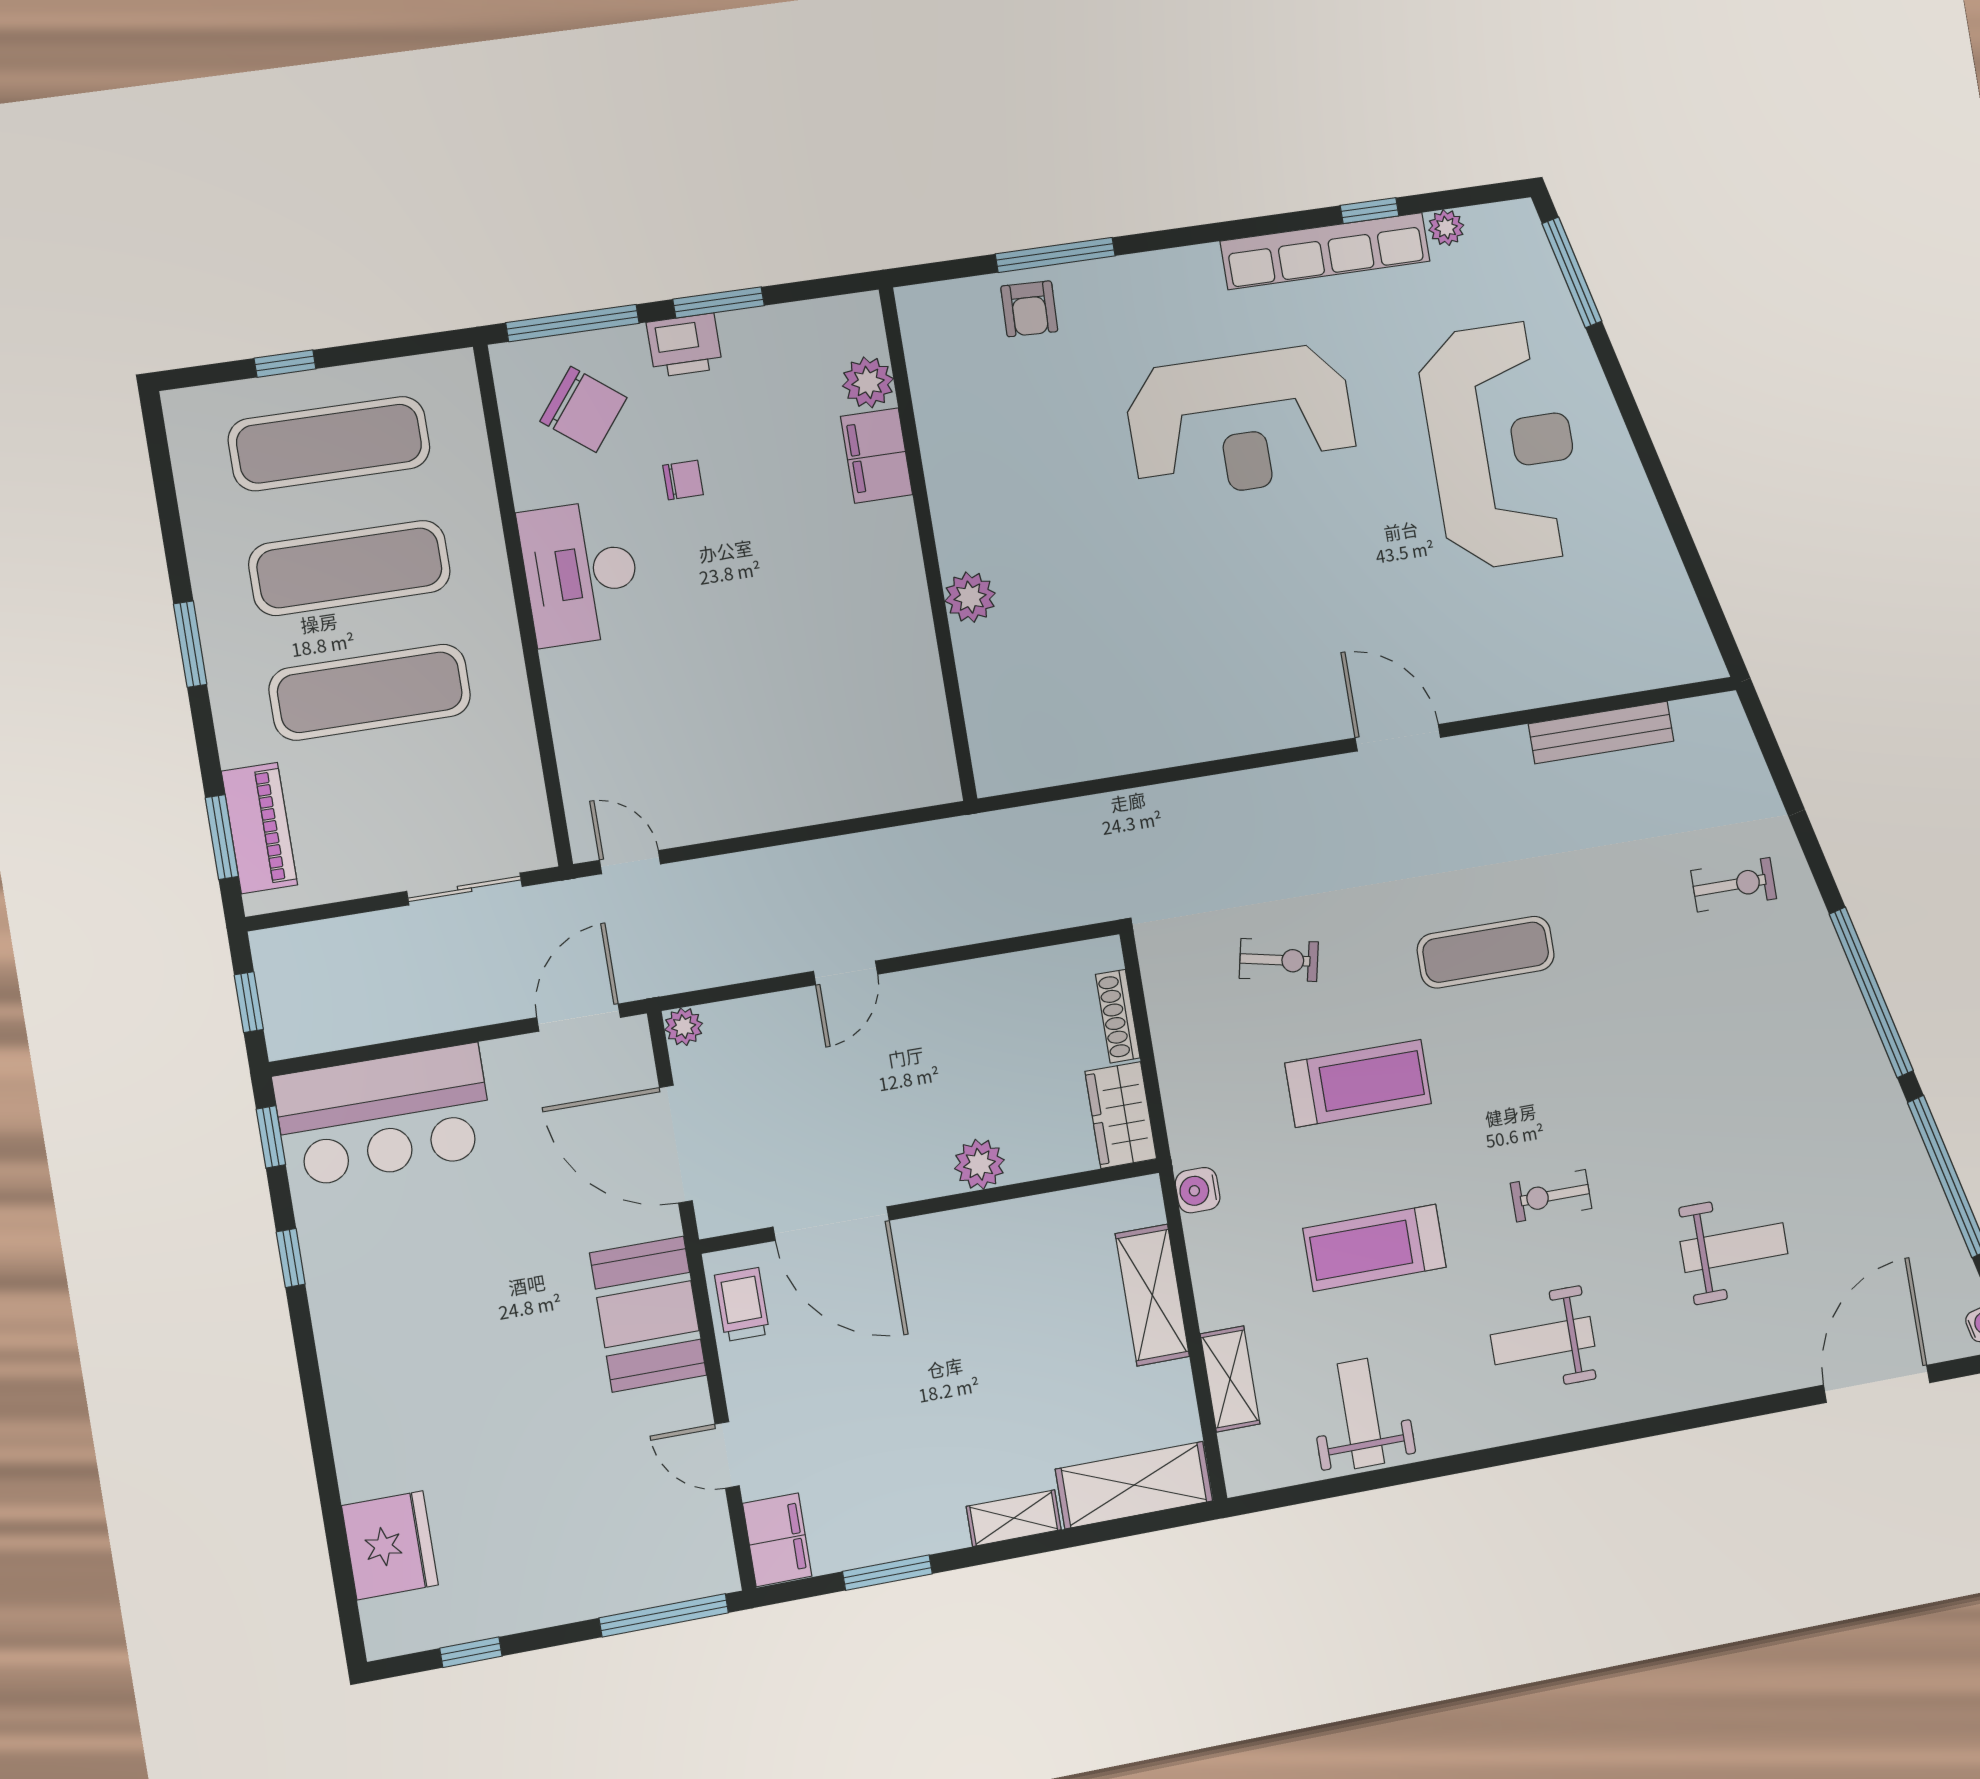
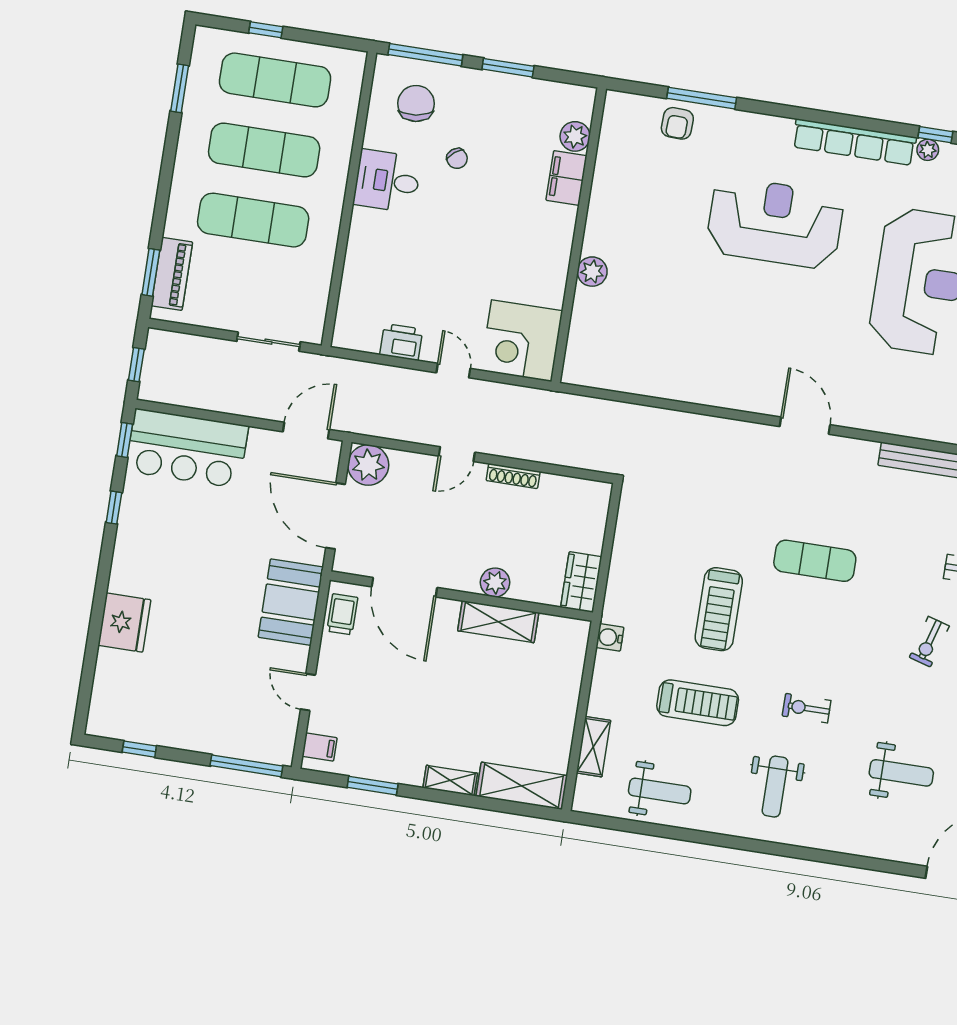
window: (1370, 211) -> (935, 135), moved
printer: (684, 345) -> (401, 342), moved, turned 180
chair: (583, 409) -> (416, 103), turned -136
reception desk: (1241, 423) -> (775, 223), turned 180
chair: (683, 480) -> (457, 158), turned 52
desk: (581, 573) -> (387, 181), width x0.73
window: (190, 644) -> (180, 88), moved
corner desk: (891, 749) -> (522, 341), added
door: (630, 862) -> (453, 371), moved
exercise bike: (1279, 960) -> (929, 642), moved, turned 94
shoe rack: (1118, 1016) -> (513, 476), moved, turned -90
plant: (684, 1027) -> (368, 465), width x1.88, depth x1.88
treadmill: (1358, 1083) -> (719, 609), turned 90
treadmill: (1375, 1248) -> (698, 703), turned 180
shelving: (1152, 1295) -> (498, 622), moved, turned 90
weight bench: (1543, 1341) -> (775, 787), turned -90
weight bench: (1361, 1413) -> (660, 791), turned 90
filing cabinet: (777, 1540) -> (320, 747), width x0.50
fridge: (390, 1545) -> (124, 623), moved

